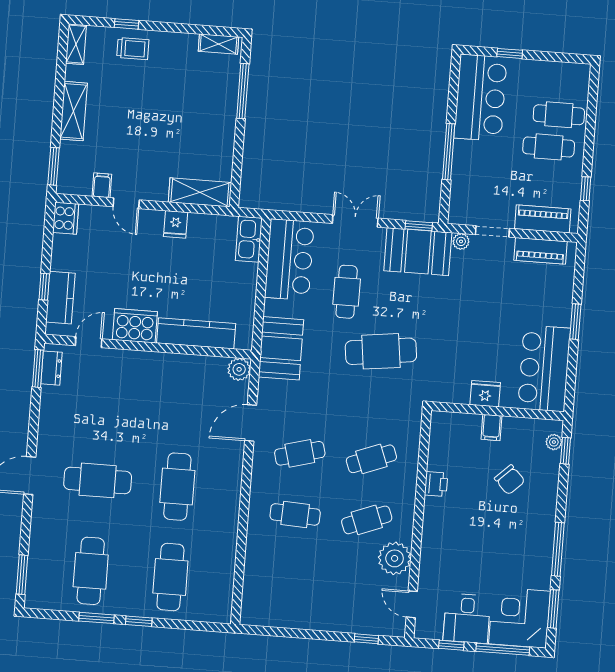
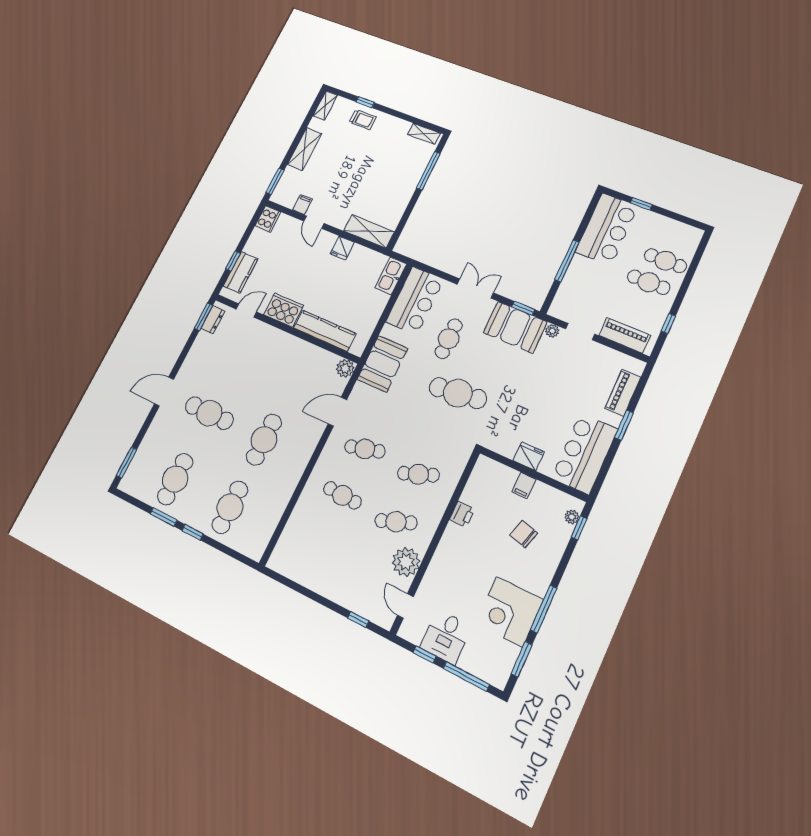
piano: (540, 251) -> (623, 393), moved, turned 90
chair: (510, 480) -> (524, 534), turned 149
corner desk: (520, 618) -> (509, 612), moved, turned -90

